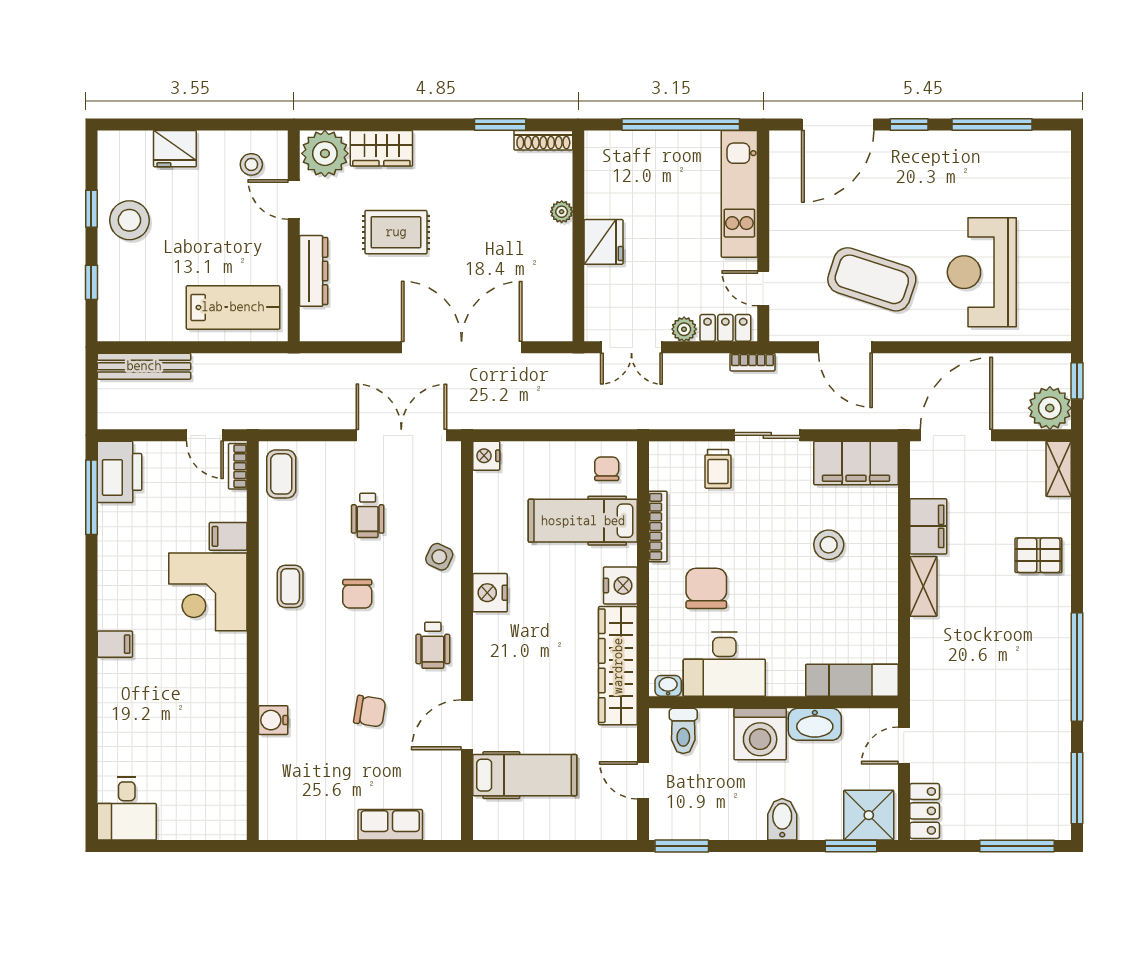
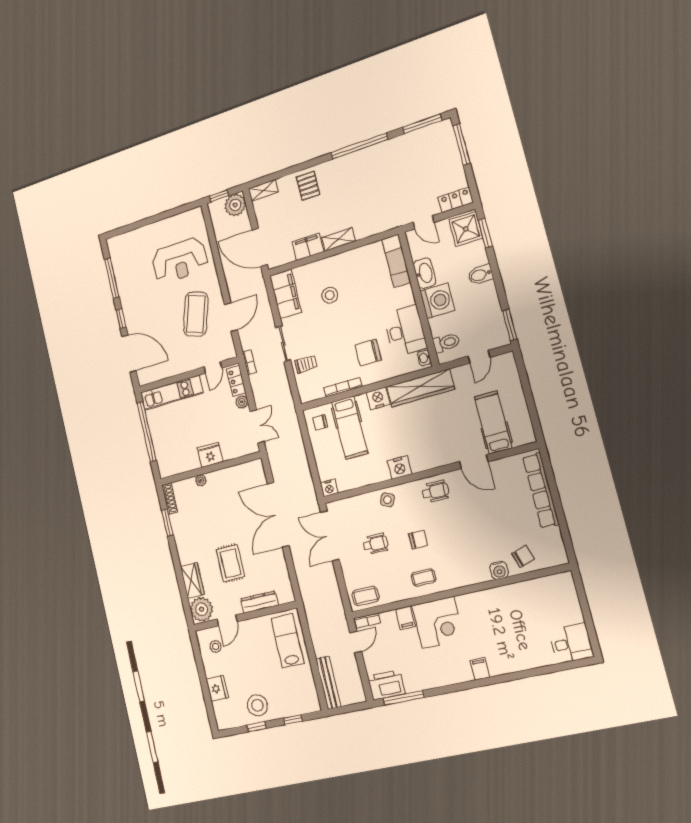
chair: (370, 711) -> (523, 556), moved, turned 64
row of seats: (390, 825) -> (541, 490), width x2.02

